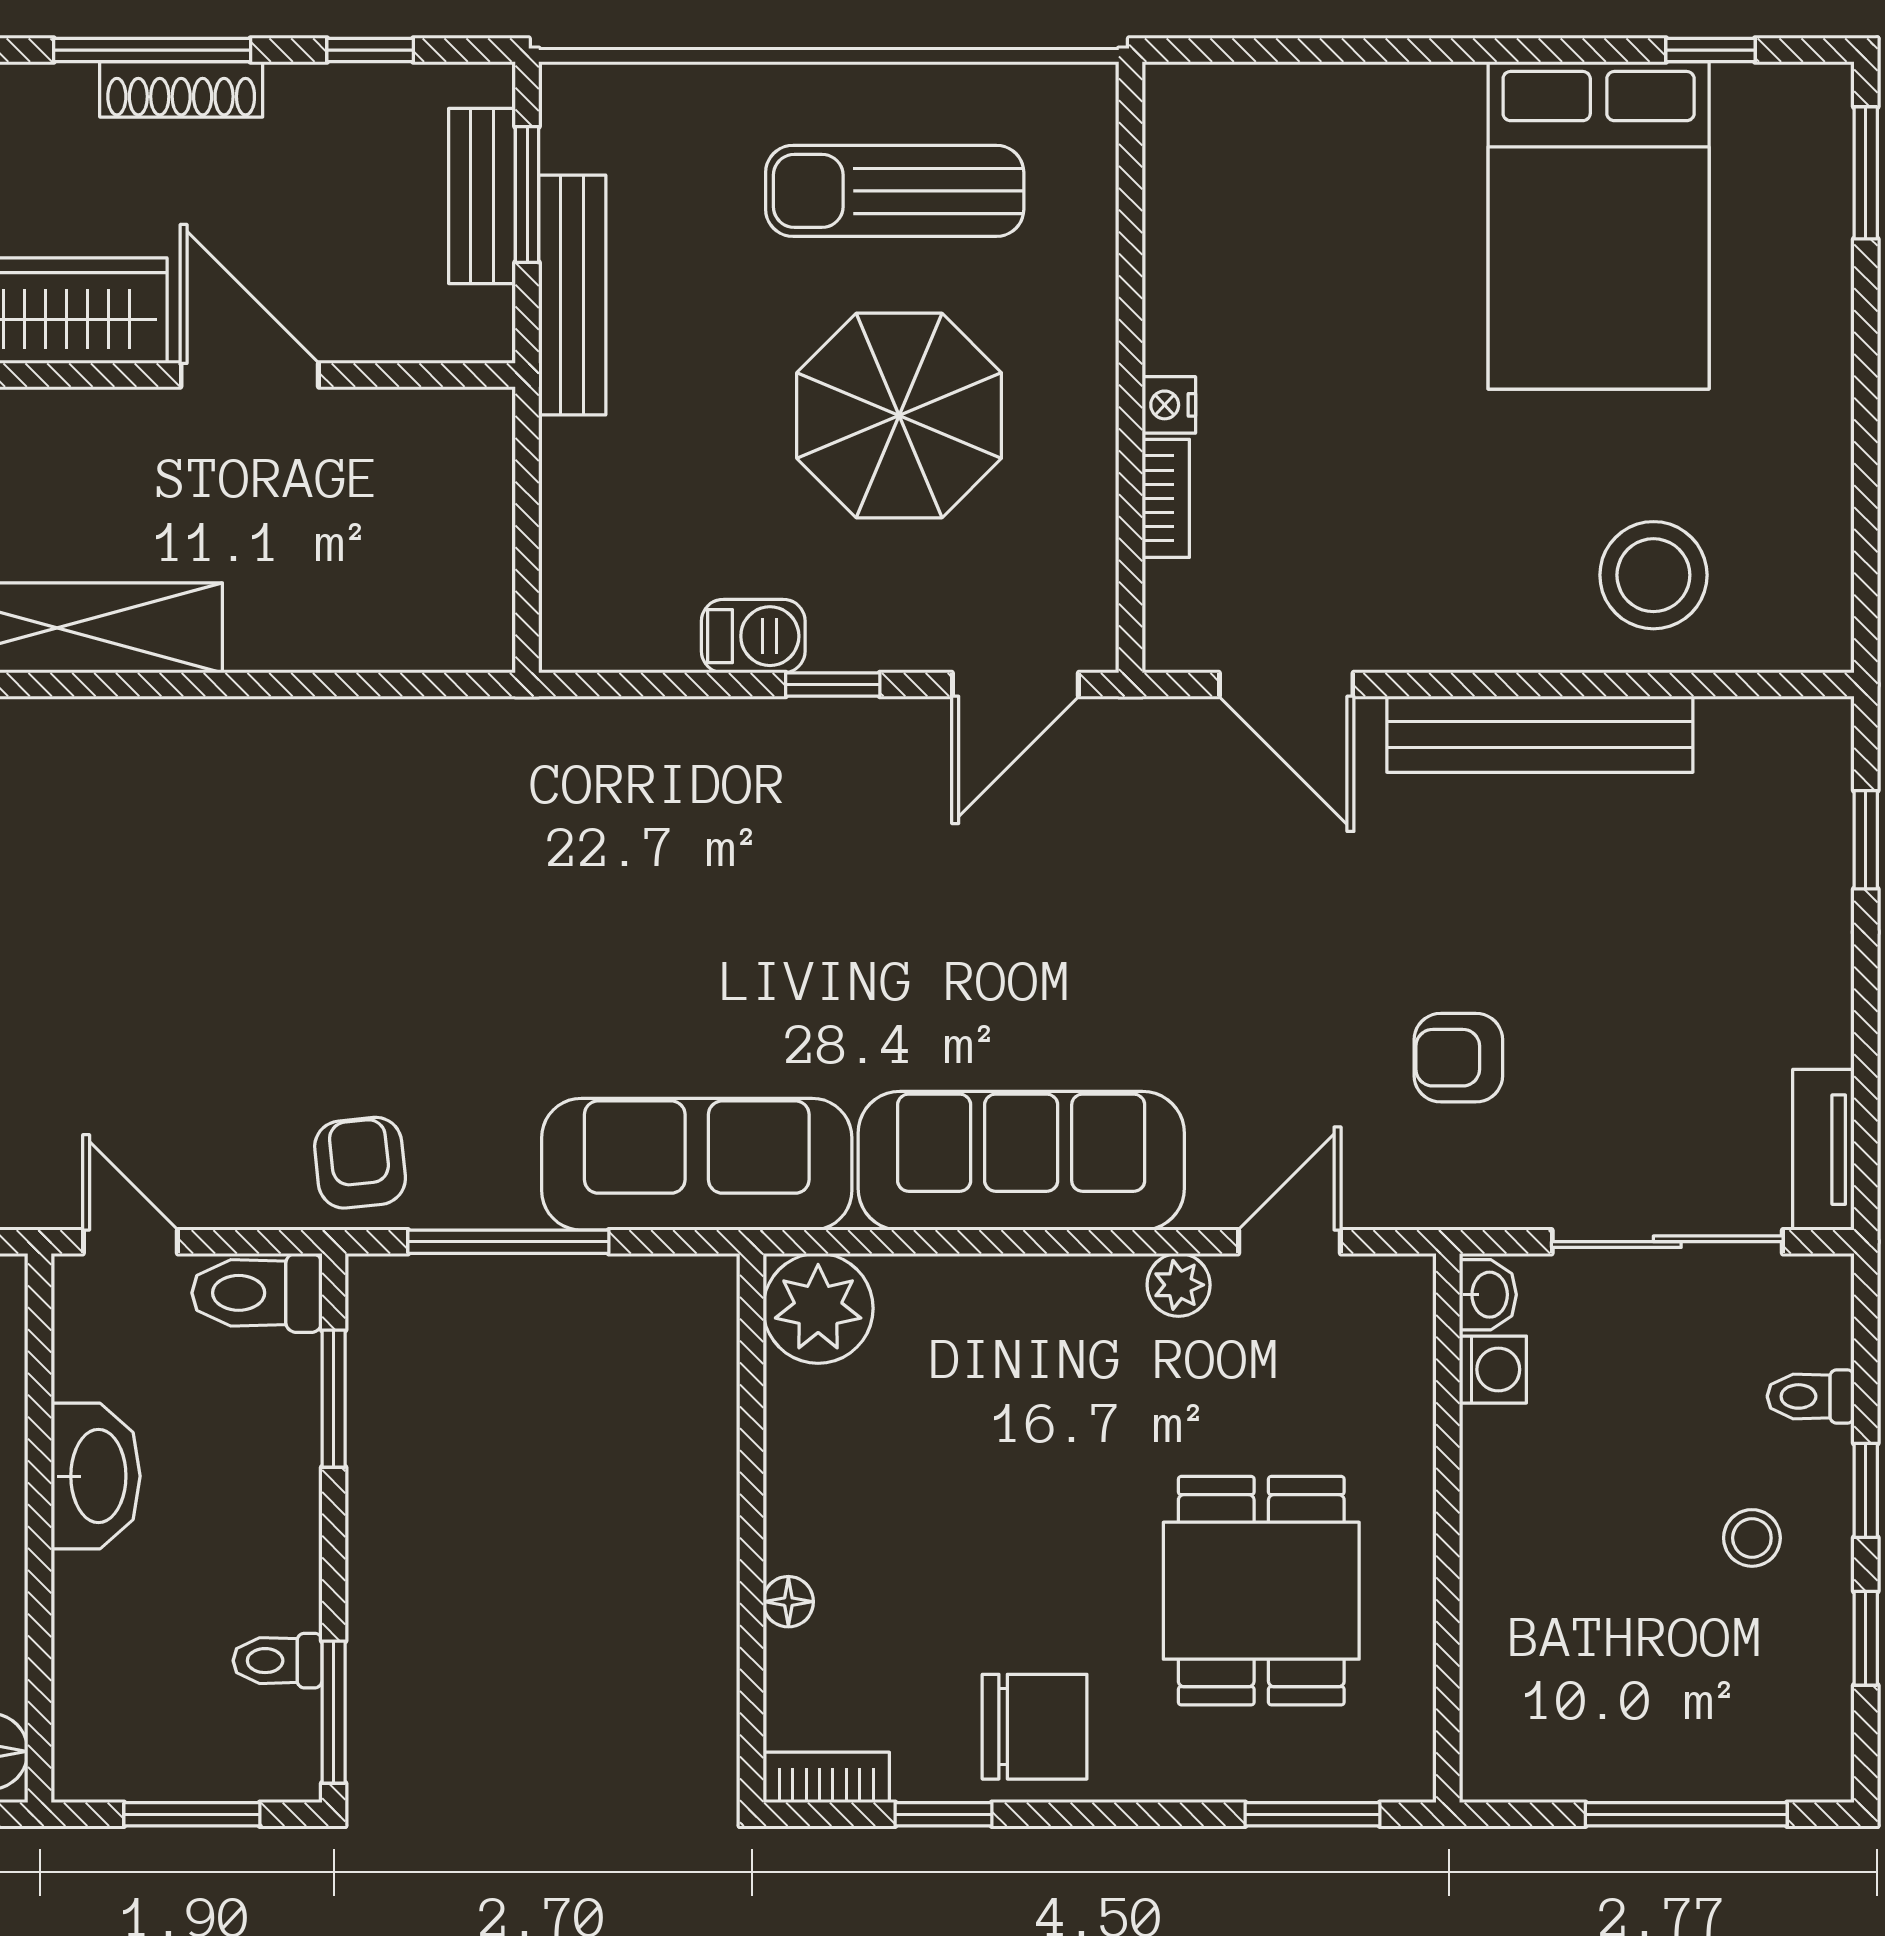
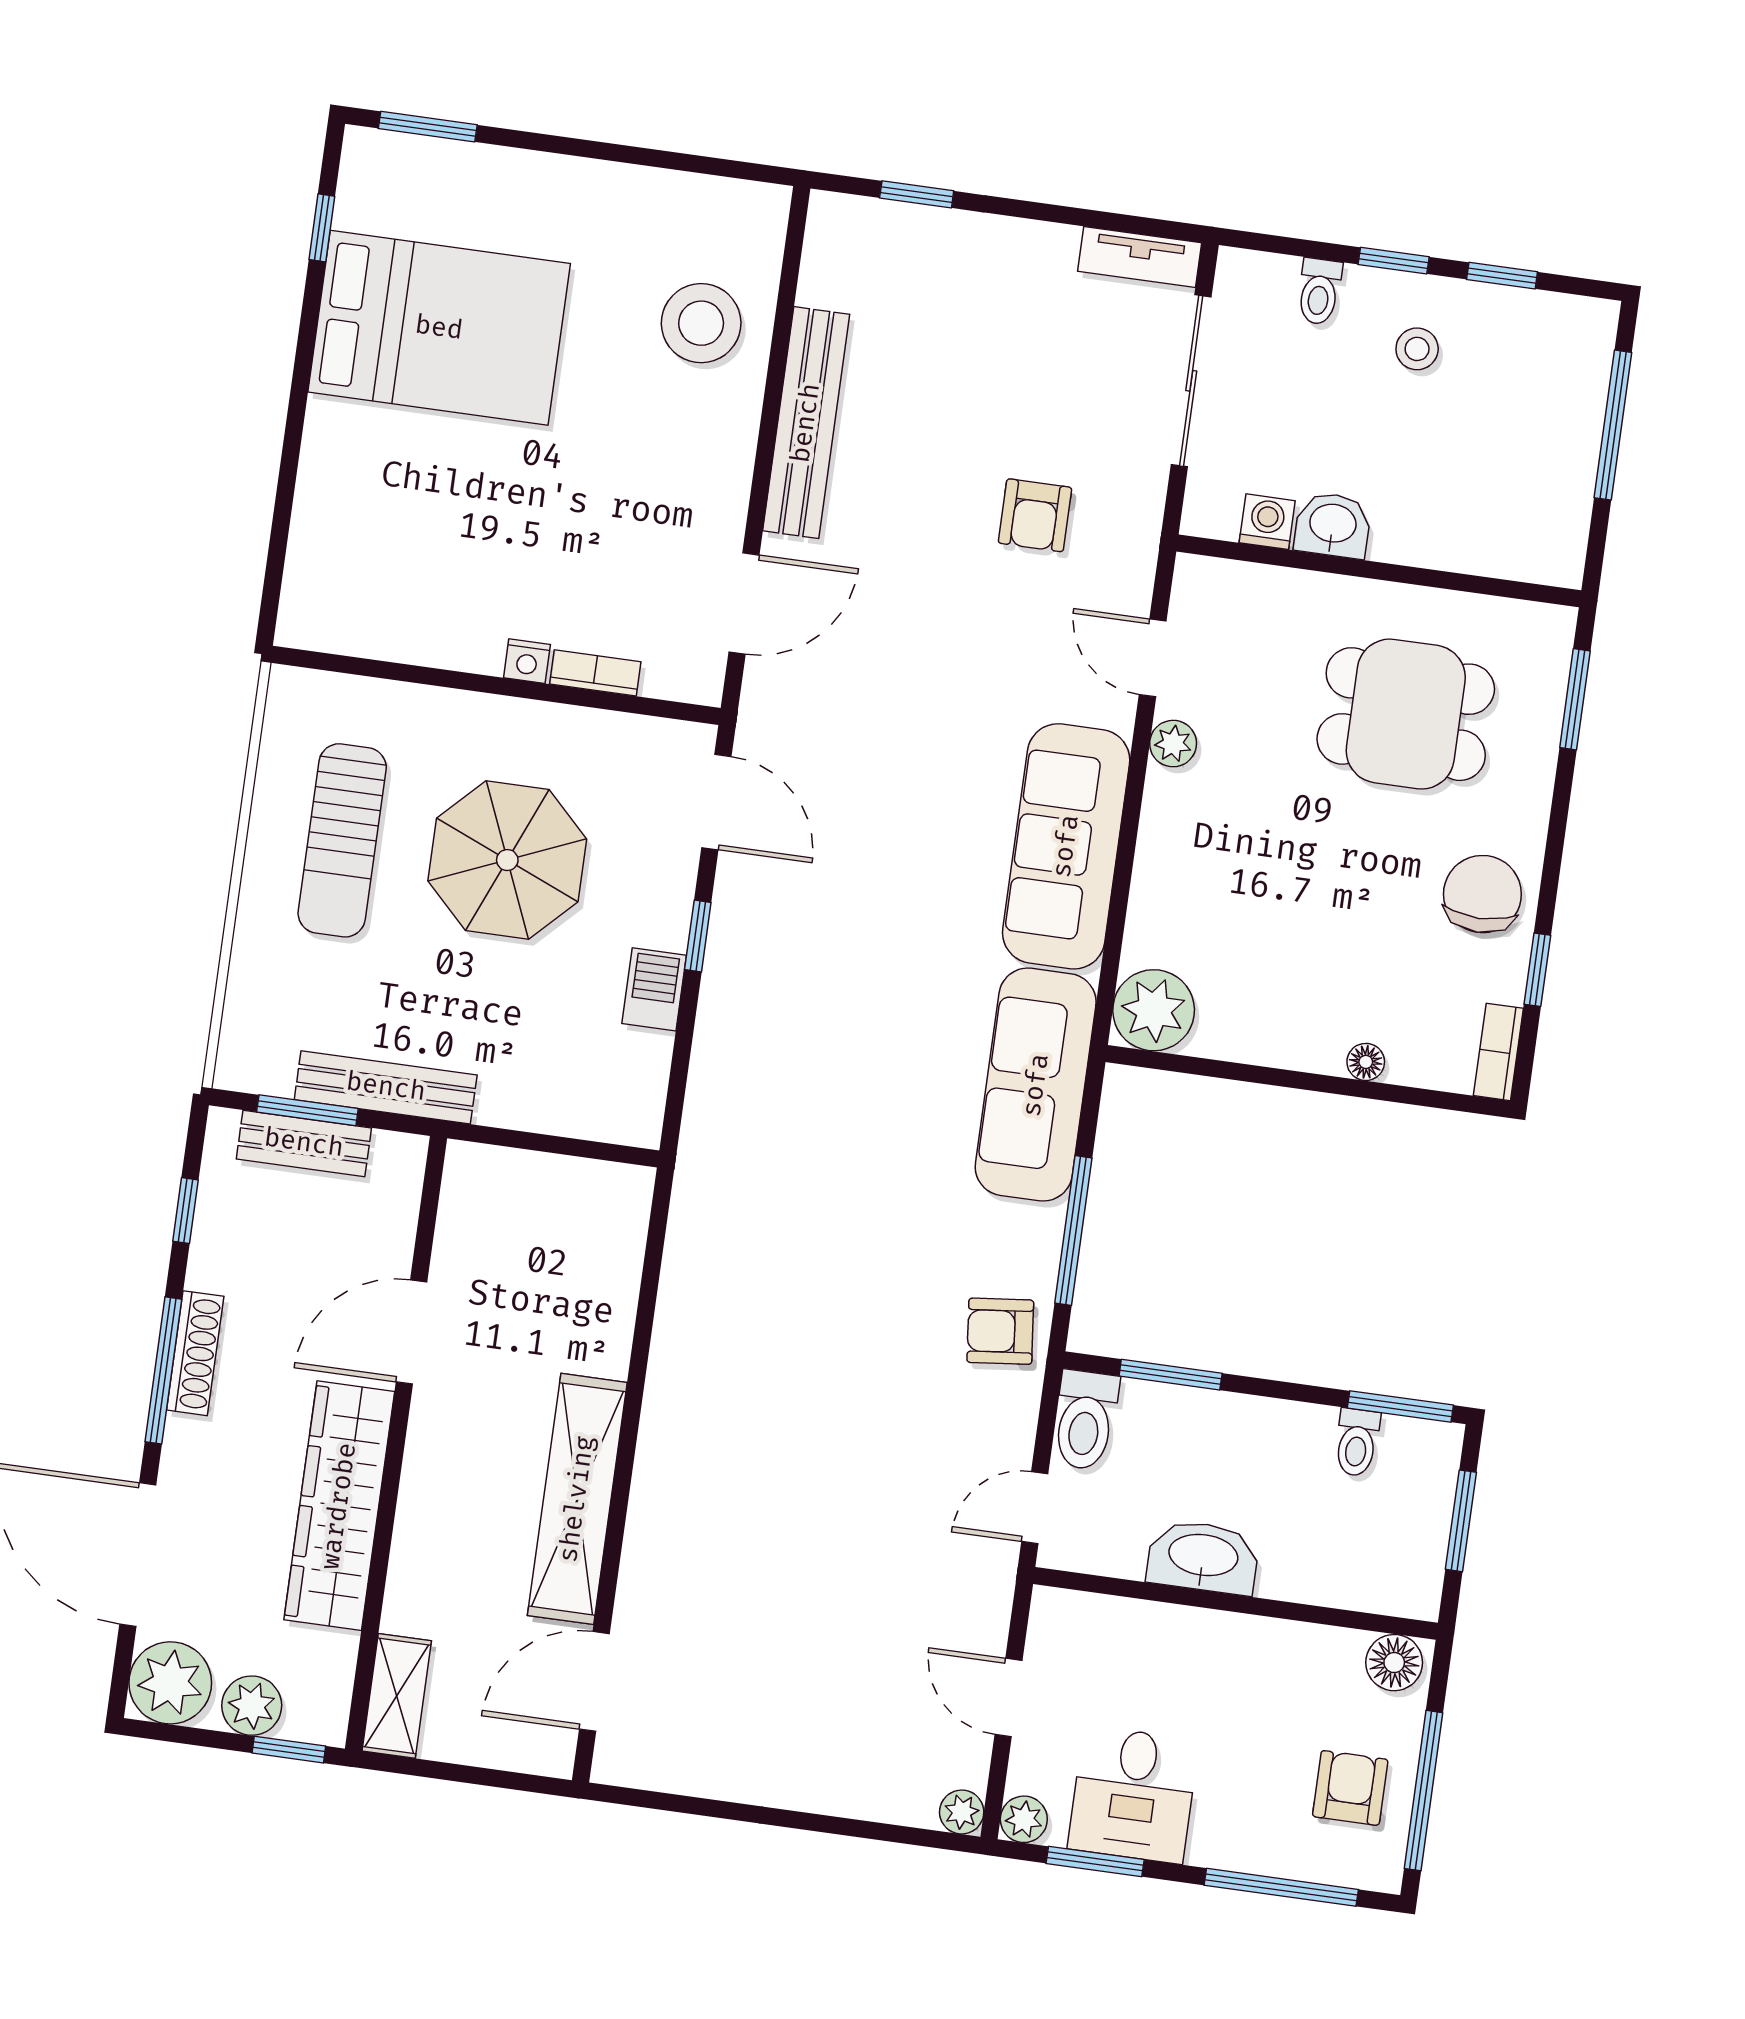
washbasin: (1488, 1295) -> (1333, 525), moved, width x1.38, depth x1.45

